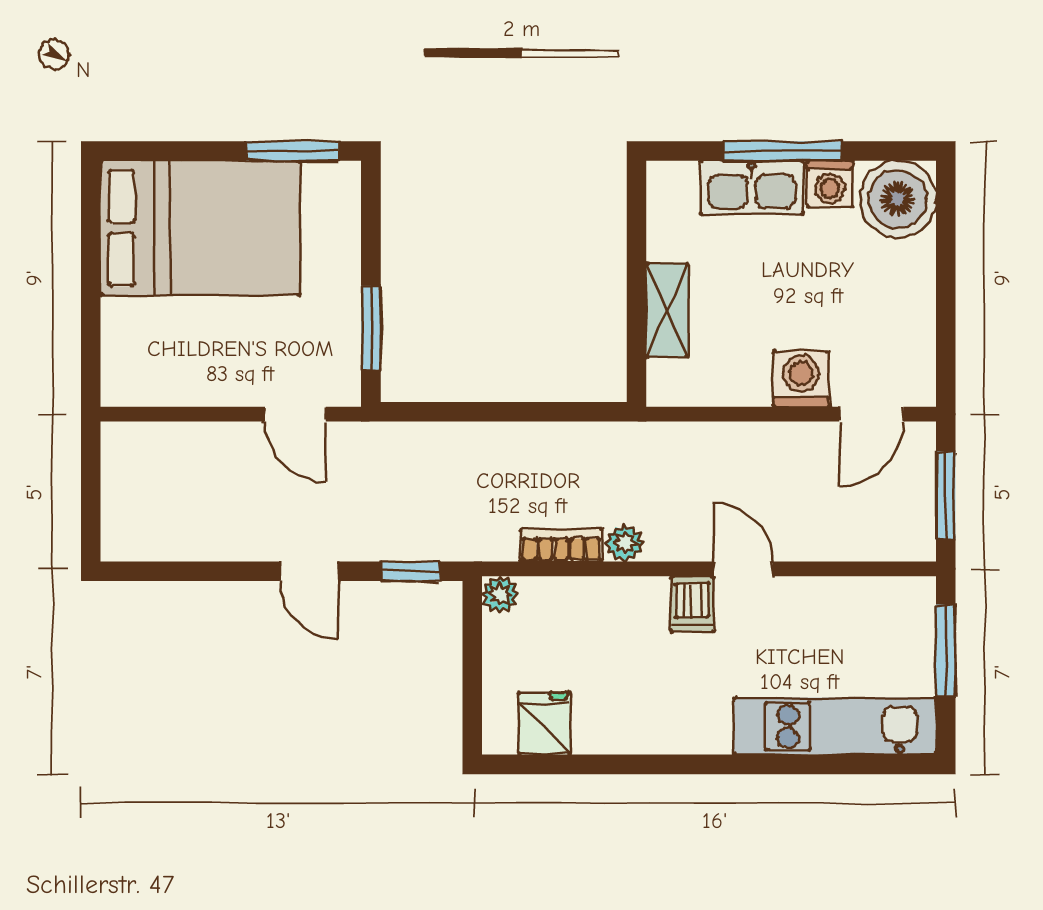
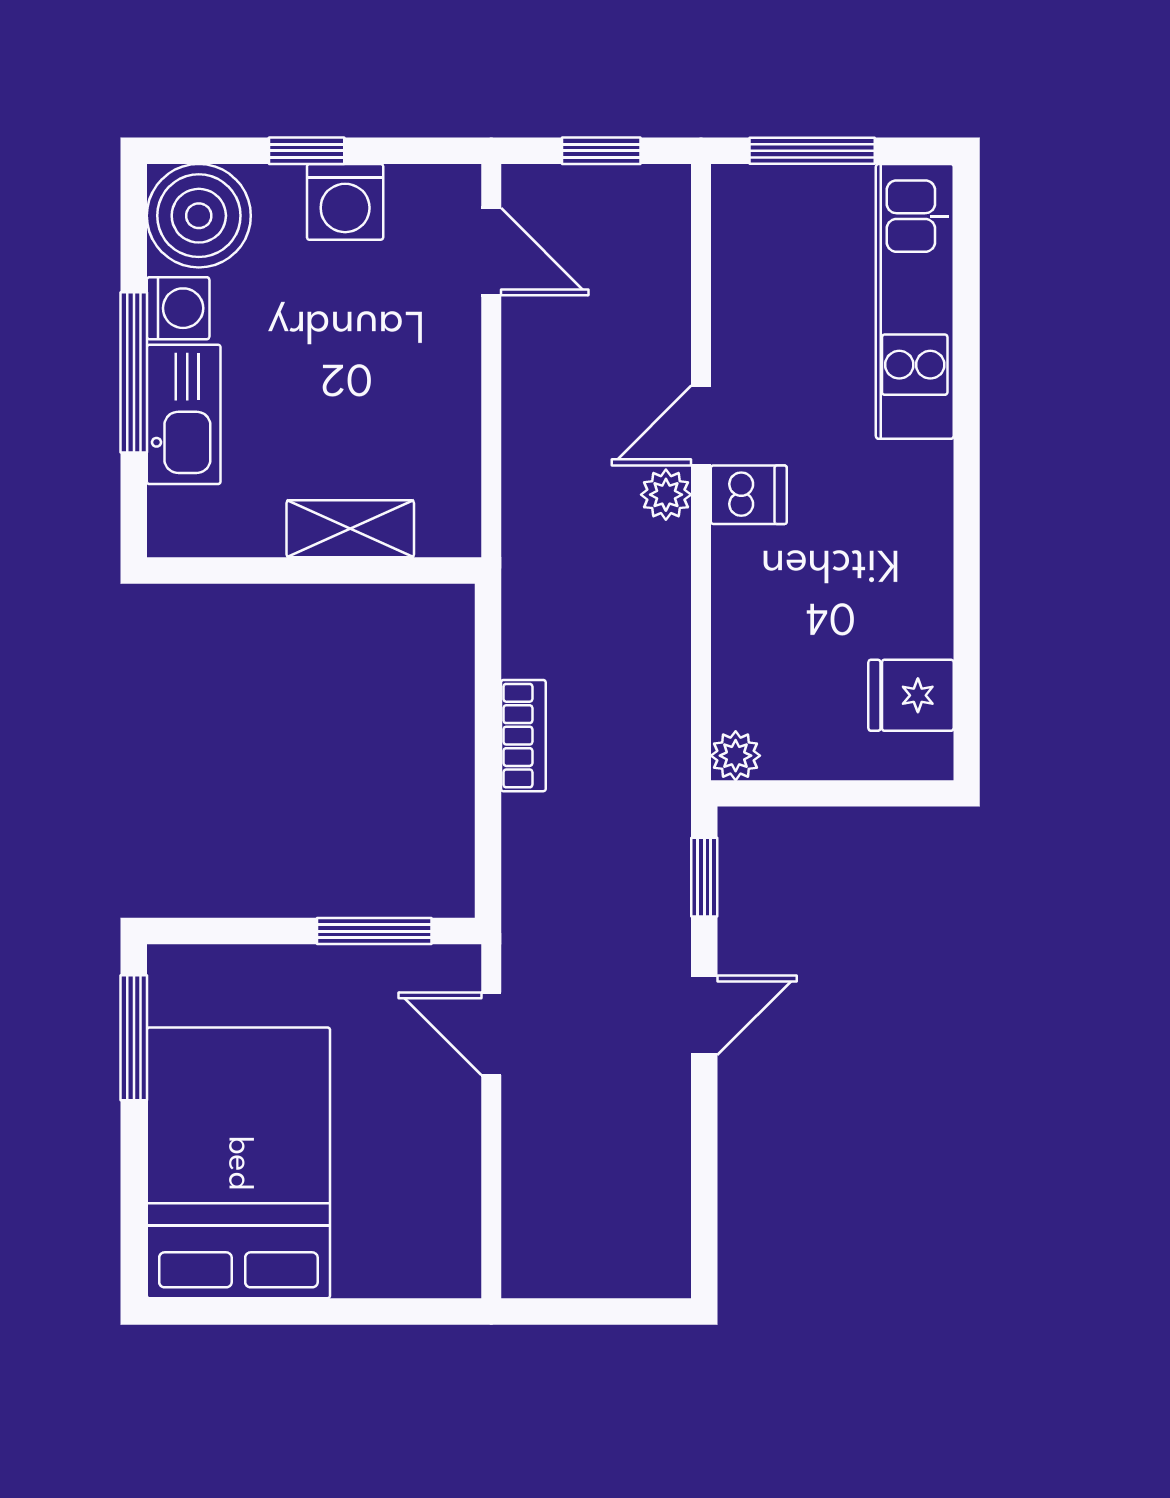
window: (946, 278) -> (307, 151), added
washing machine: (801, 379) -> (345, 202), moved, turned -90
door: (295, 414) -> (491, 1034), swing flipped
window: (946, 495) -> (601, 151), width x0.67
plant: (625, 543) -> (666, 495), moved
bookcase: (561, 545) -> (523, 736), moved, turned 180

